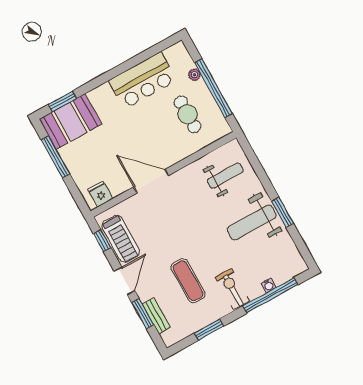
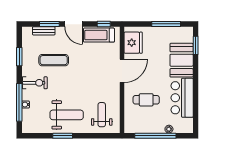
cafe table: (188, 114) -> (146, 100), moved
booth: (70, 122) -> (182, 60), moved
weight bench: (225, 176) -> (102, 115), turned 180
fridge: (100, 194) -> (133, 43), width x1.88, depth x1.34
weight bench: (252, 222) -> (67, 115), turned 90

